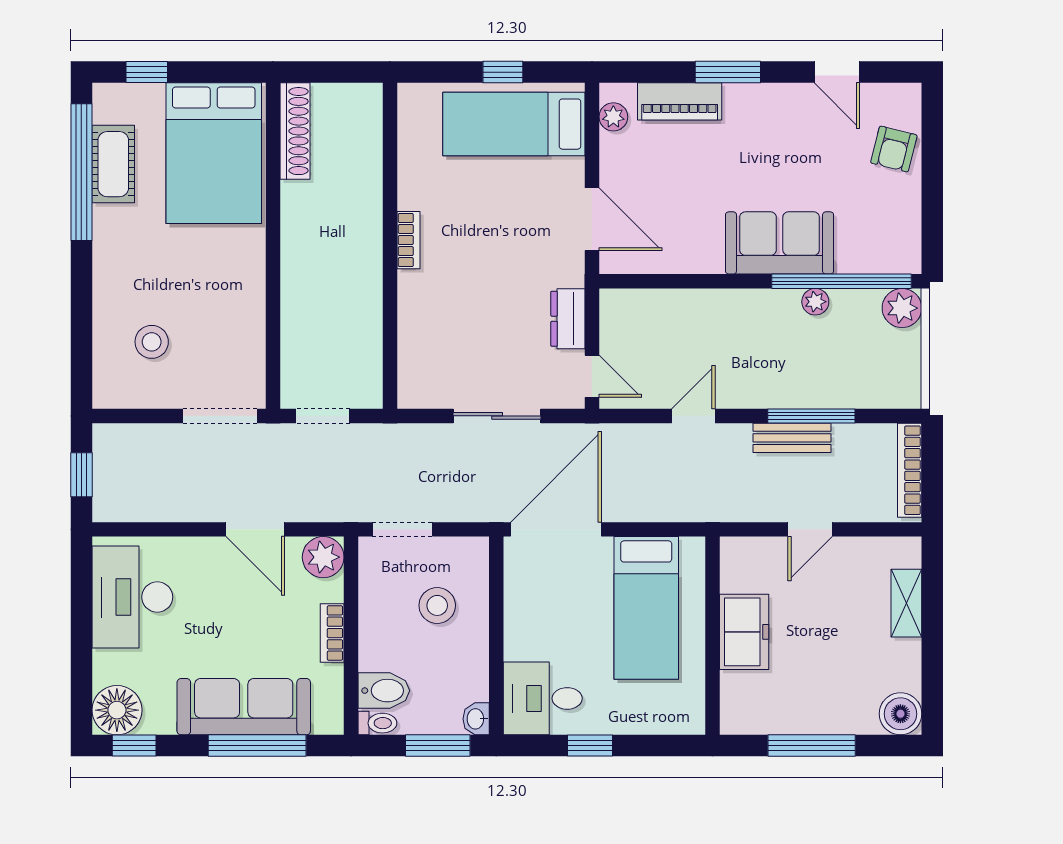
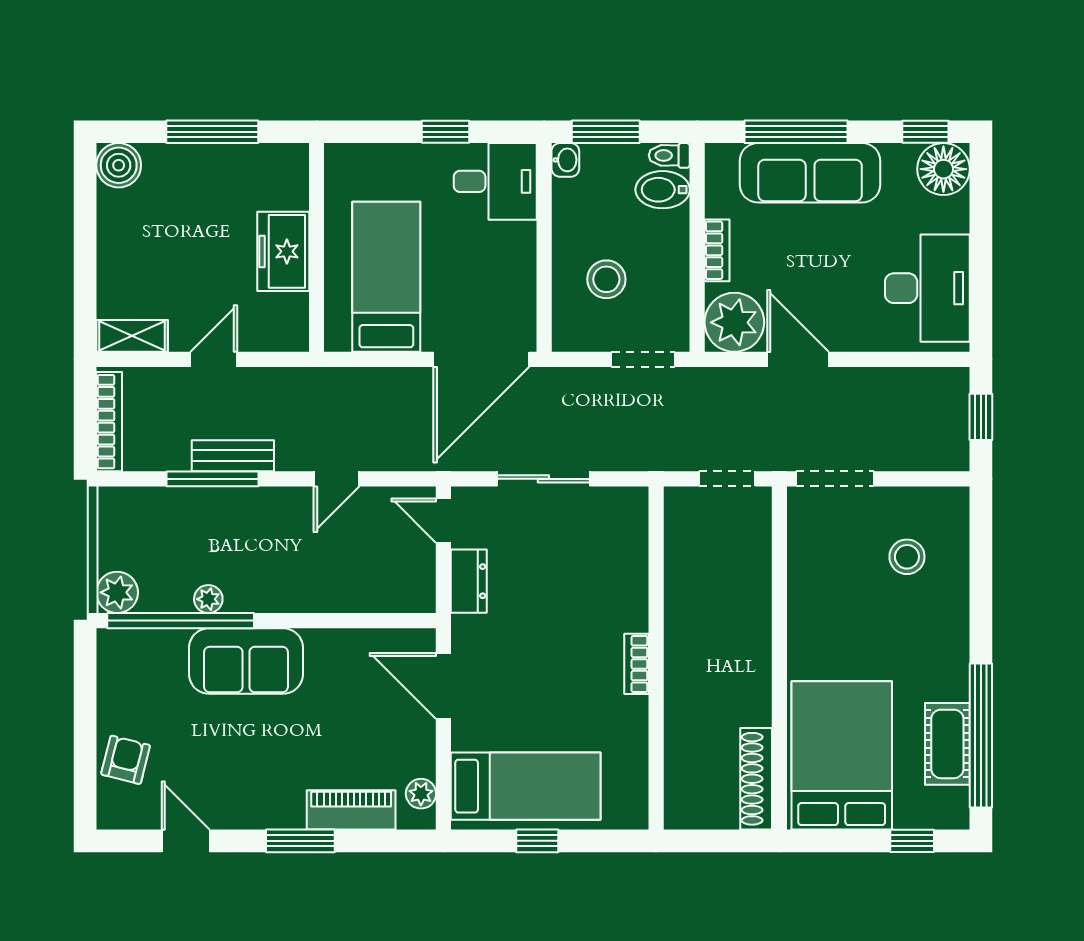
plant: (323, 557) -> (734, 322), width x1.36, depth x1.36
shelving: (906, 603) -> (132, 336), moved, turned 90

